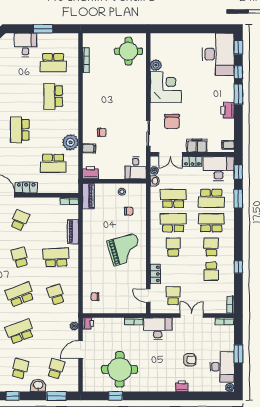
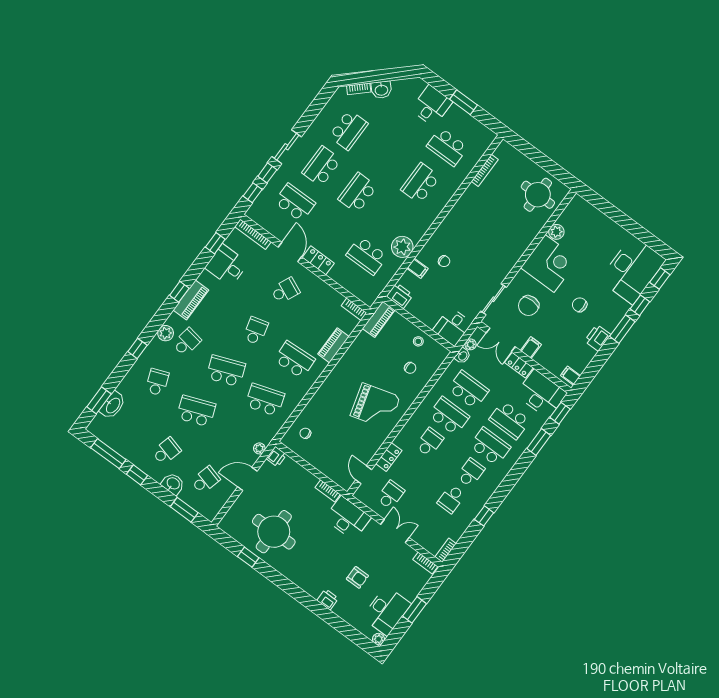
chair: (202, 98) -> (580, 305), added
filing cabinet: (197, 146) -> (531, 348), width x0.50
school desk: (56, 294) -> (265, 400), width x1.85

